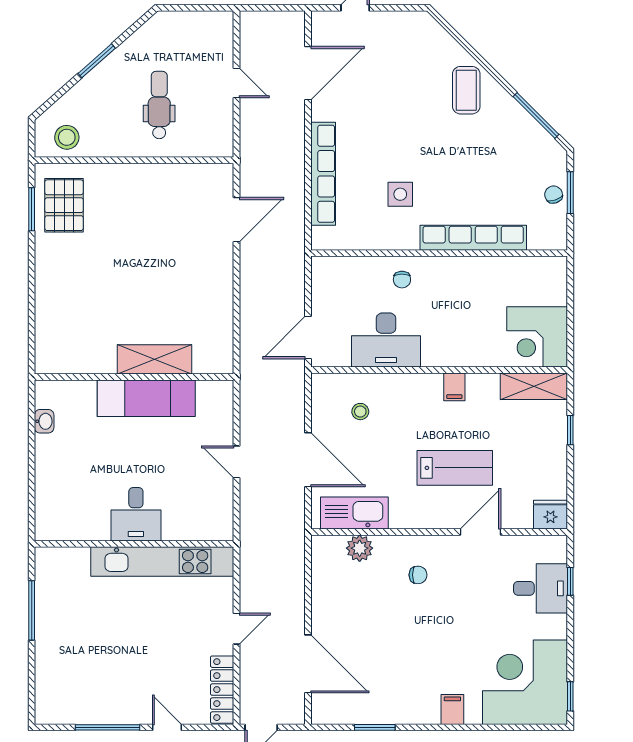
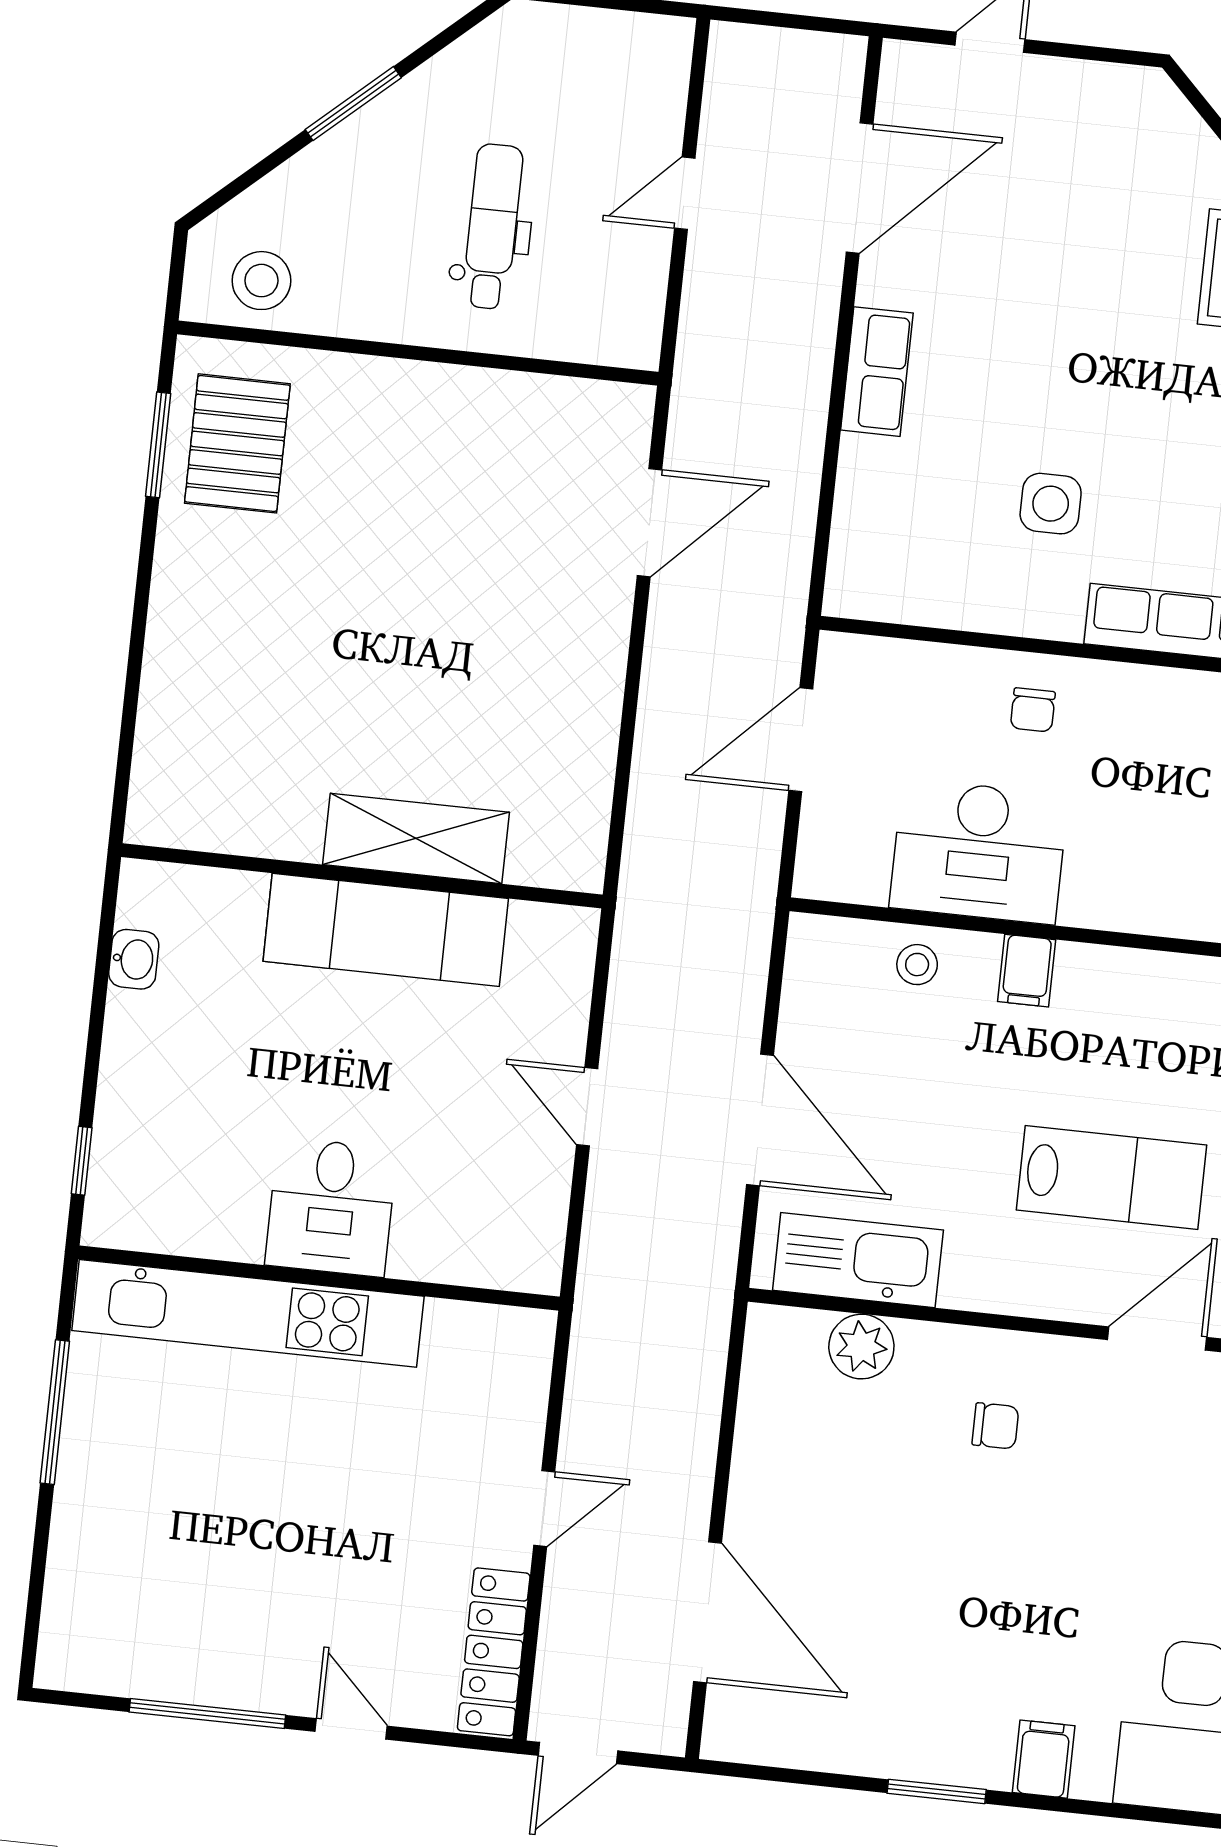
door: (237, 83) -> (685, 193), swing flipped
row of seats: (323, 174) -> (877, 372), width x0.50
door: (308, 338) -> (801, 740), moved
filing cabinet: (454, 387) -> (1027, 971), moved
stool: (360, 412) -> (917, 965), moved
window: (32, 506) -> (82, 1161), added
kitchen unit: (162, 562) -> (248, 1313), moved
window: (375, 727) -> (937, 1791), moved

